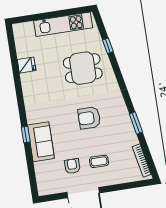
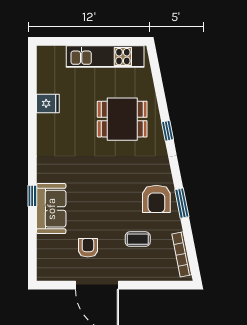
window: (108, 46) -> (168, 131), moved
armchair: (89, 118) -> (156, 199), moved, turned -90
coffee table: (99, 161) -> (138, 239), moved

